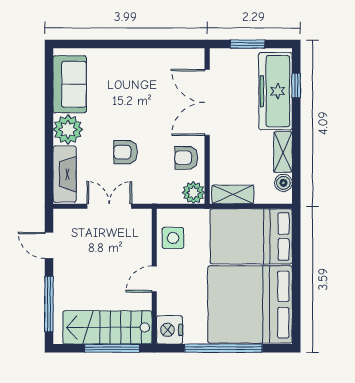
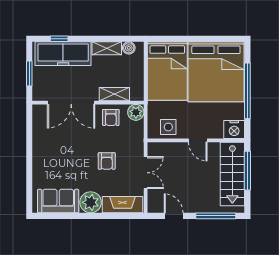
shelving: (233, 194) -> (114, 94), moved, turned 90
double door: (109, 206) -> (146, 173), swing flipped
door: (49, 245) -> (174, 216), swing flipped

